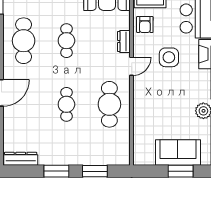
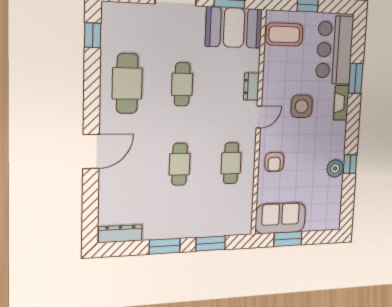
armchair: (145, 25) -> (274, 162), moved
cafe table: (109, 104) -> (231, 163), width x0.73, depth x0.74
sofa: (178, 153) -> (280, 218), moved
window: (181, 171) -> (288, 239), moved

